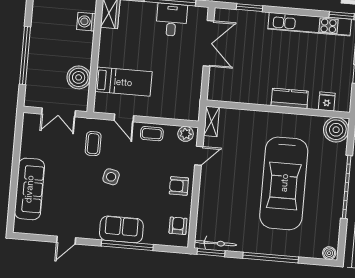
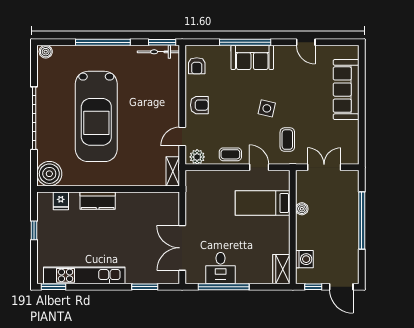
boiler: (79, 77) -> (302, 209), width x0.54, depth x0.54
car: (284, 183) -> (96, 116), turned 180
door: (66, 240) -> (306, 42), swing flipped

